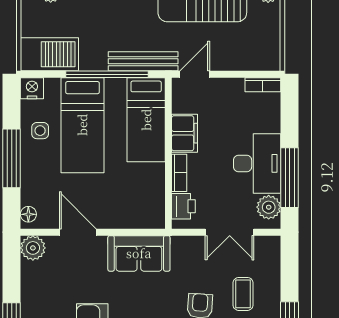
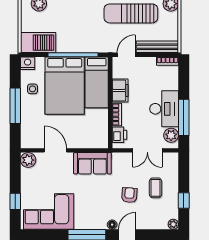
bench: (143, 61) -> (157, 47), moved
bed: (82, 125) -> (65, 86), width x1.50
floor lamp: (28, 214) -> (25, 140), removed

